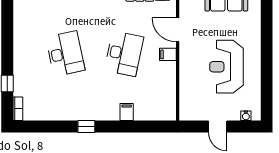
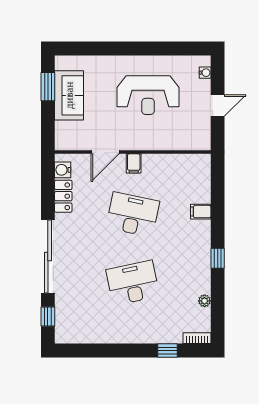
plant: (50, 115) -> (204, 301), added

